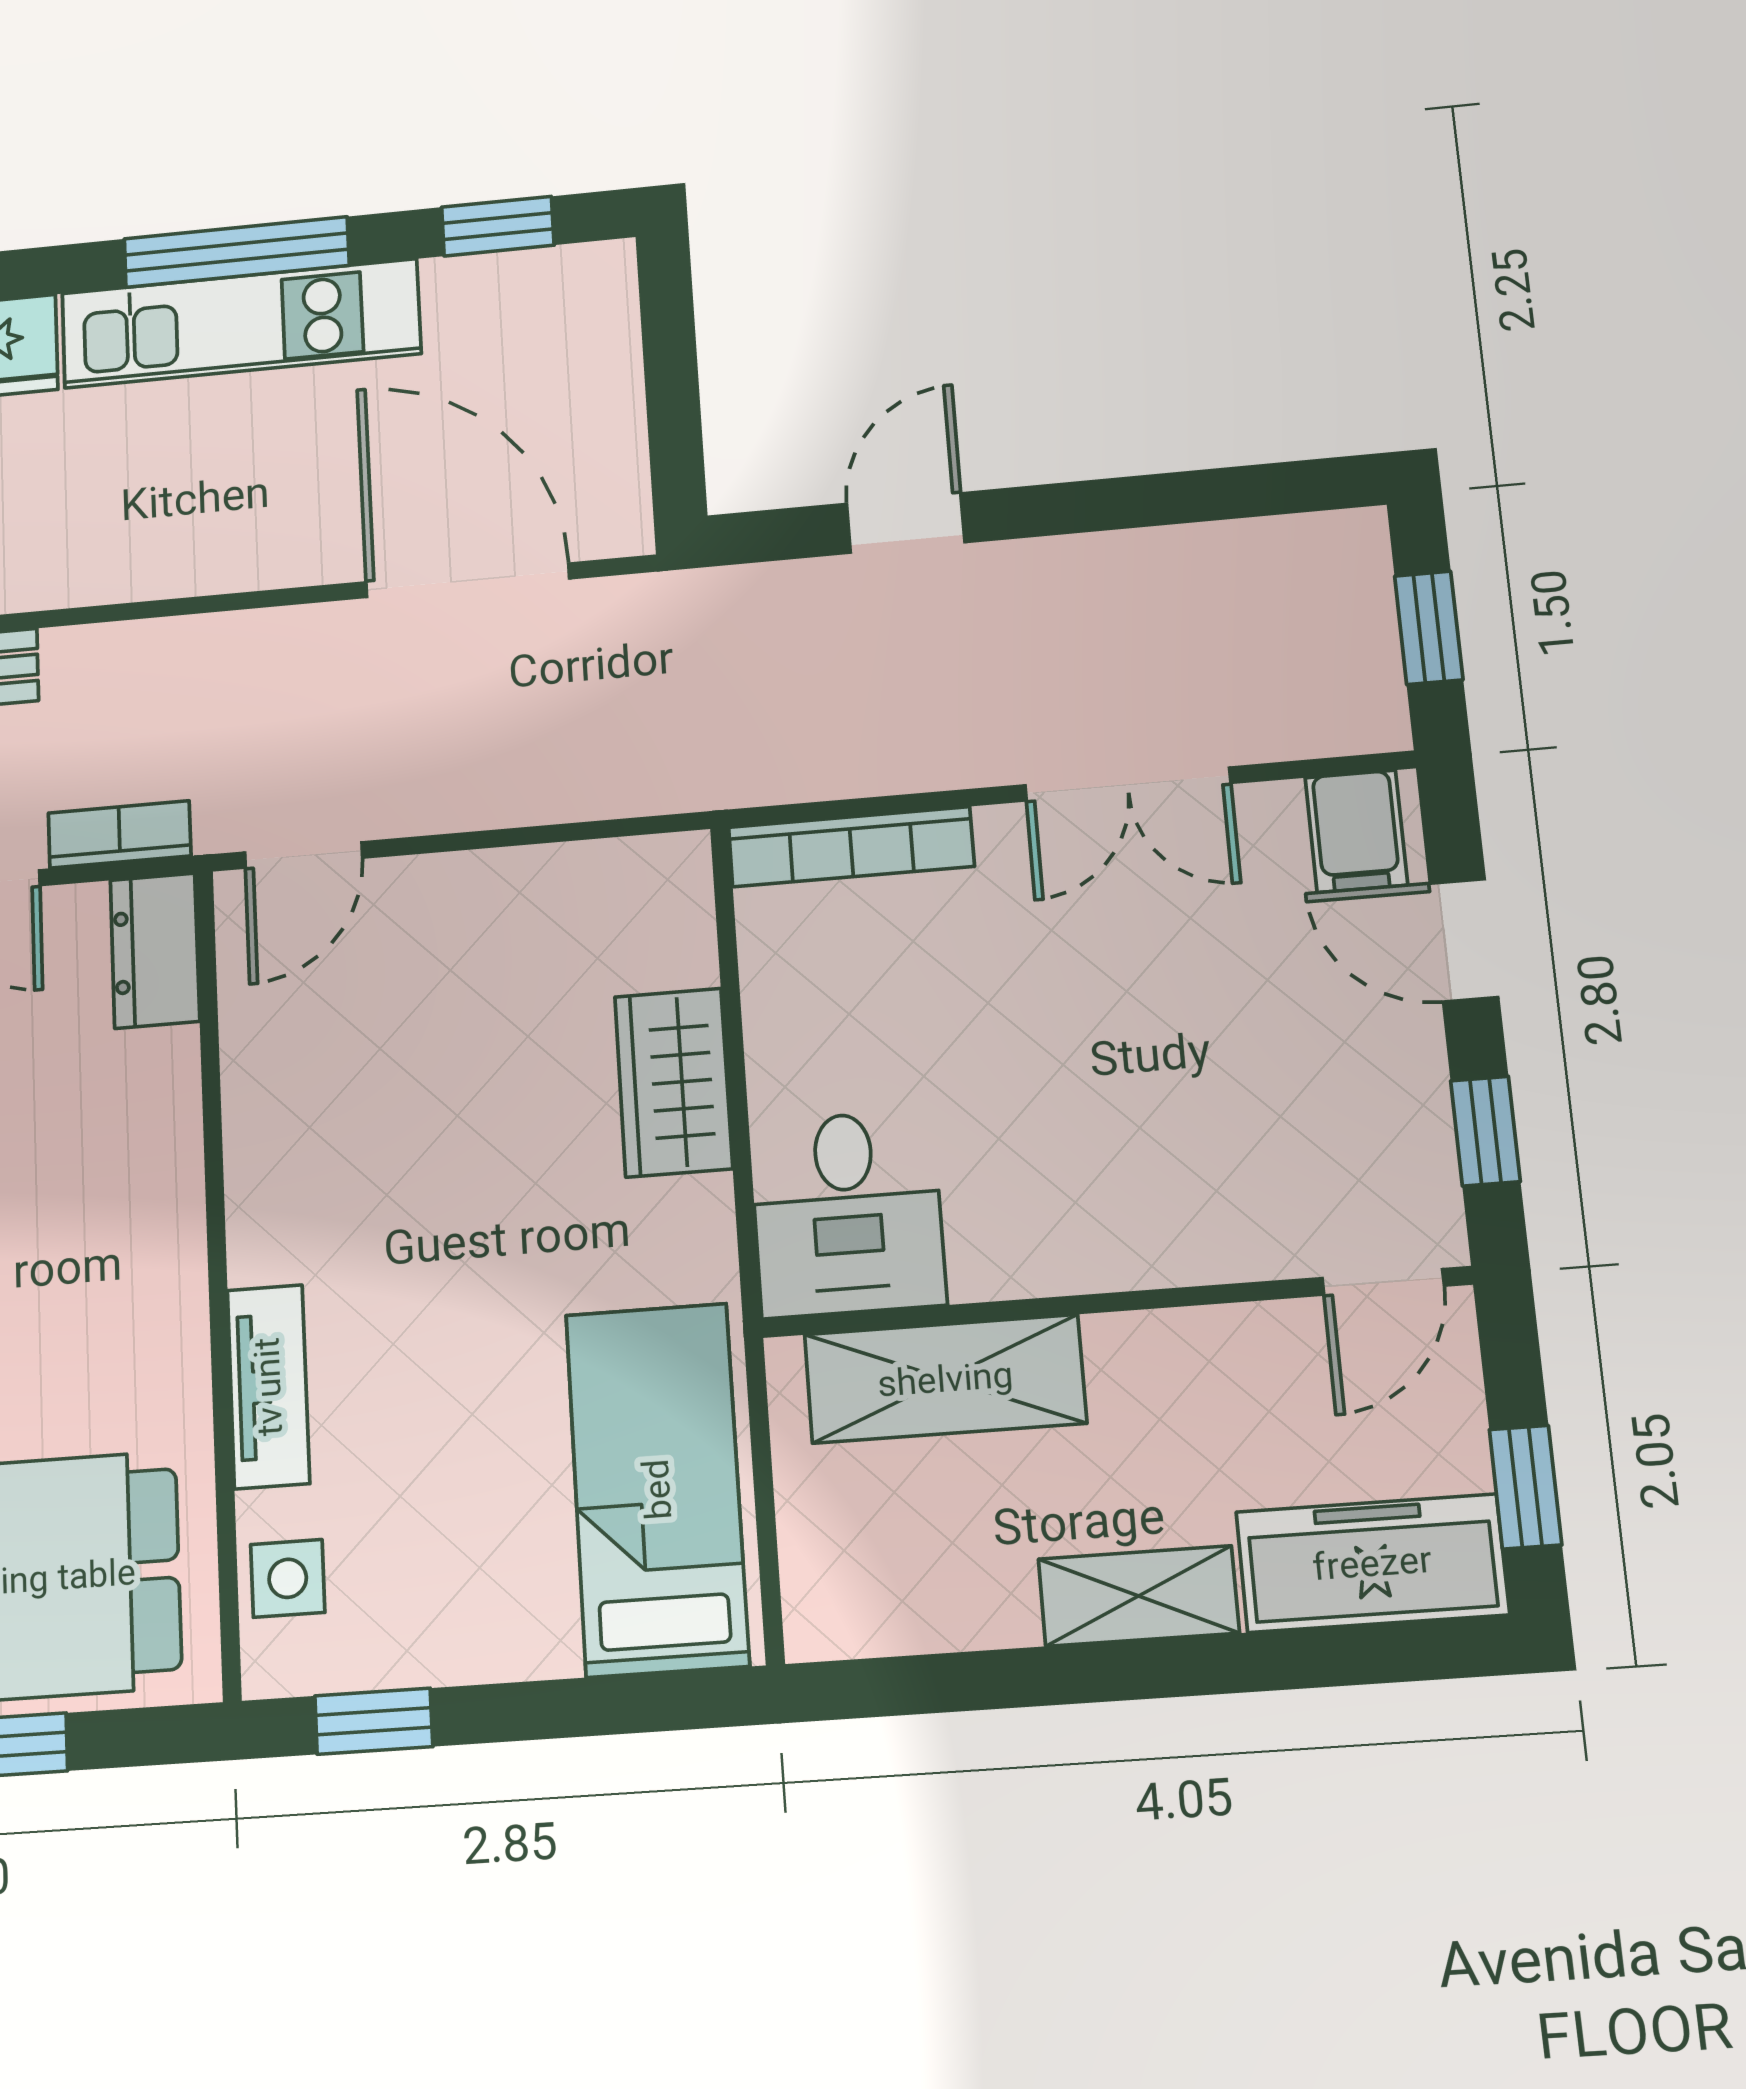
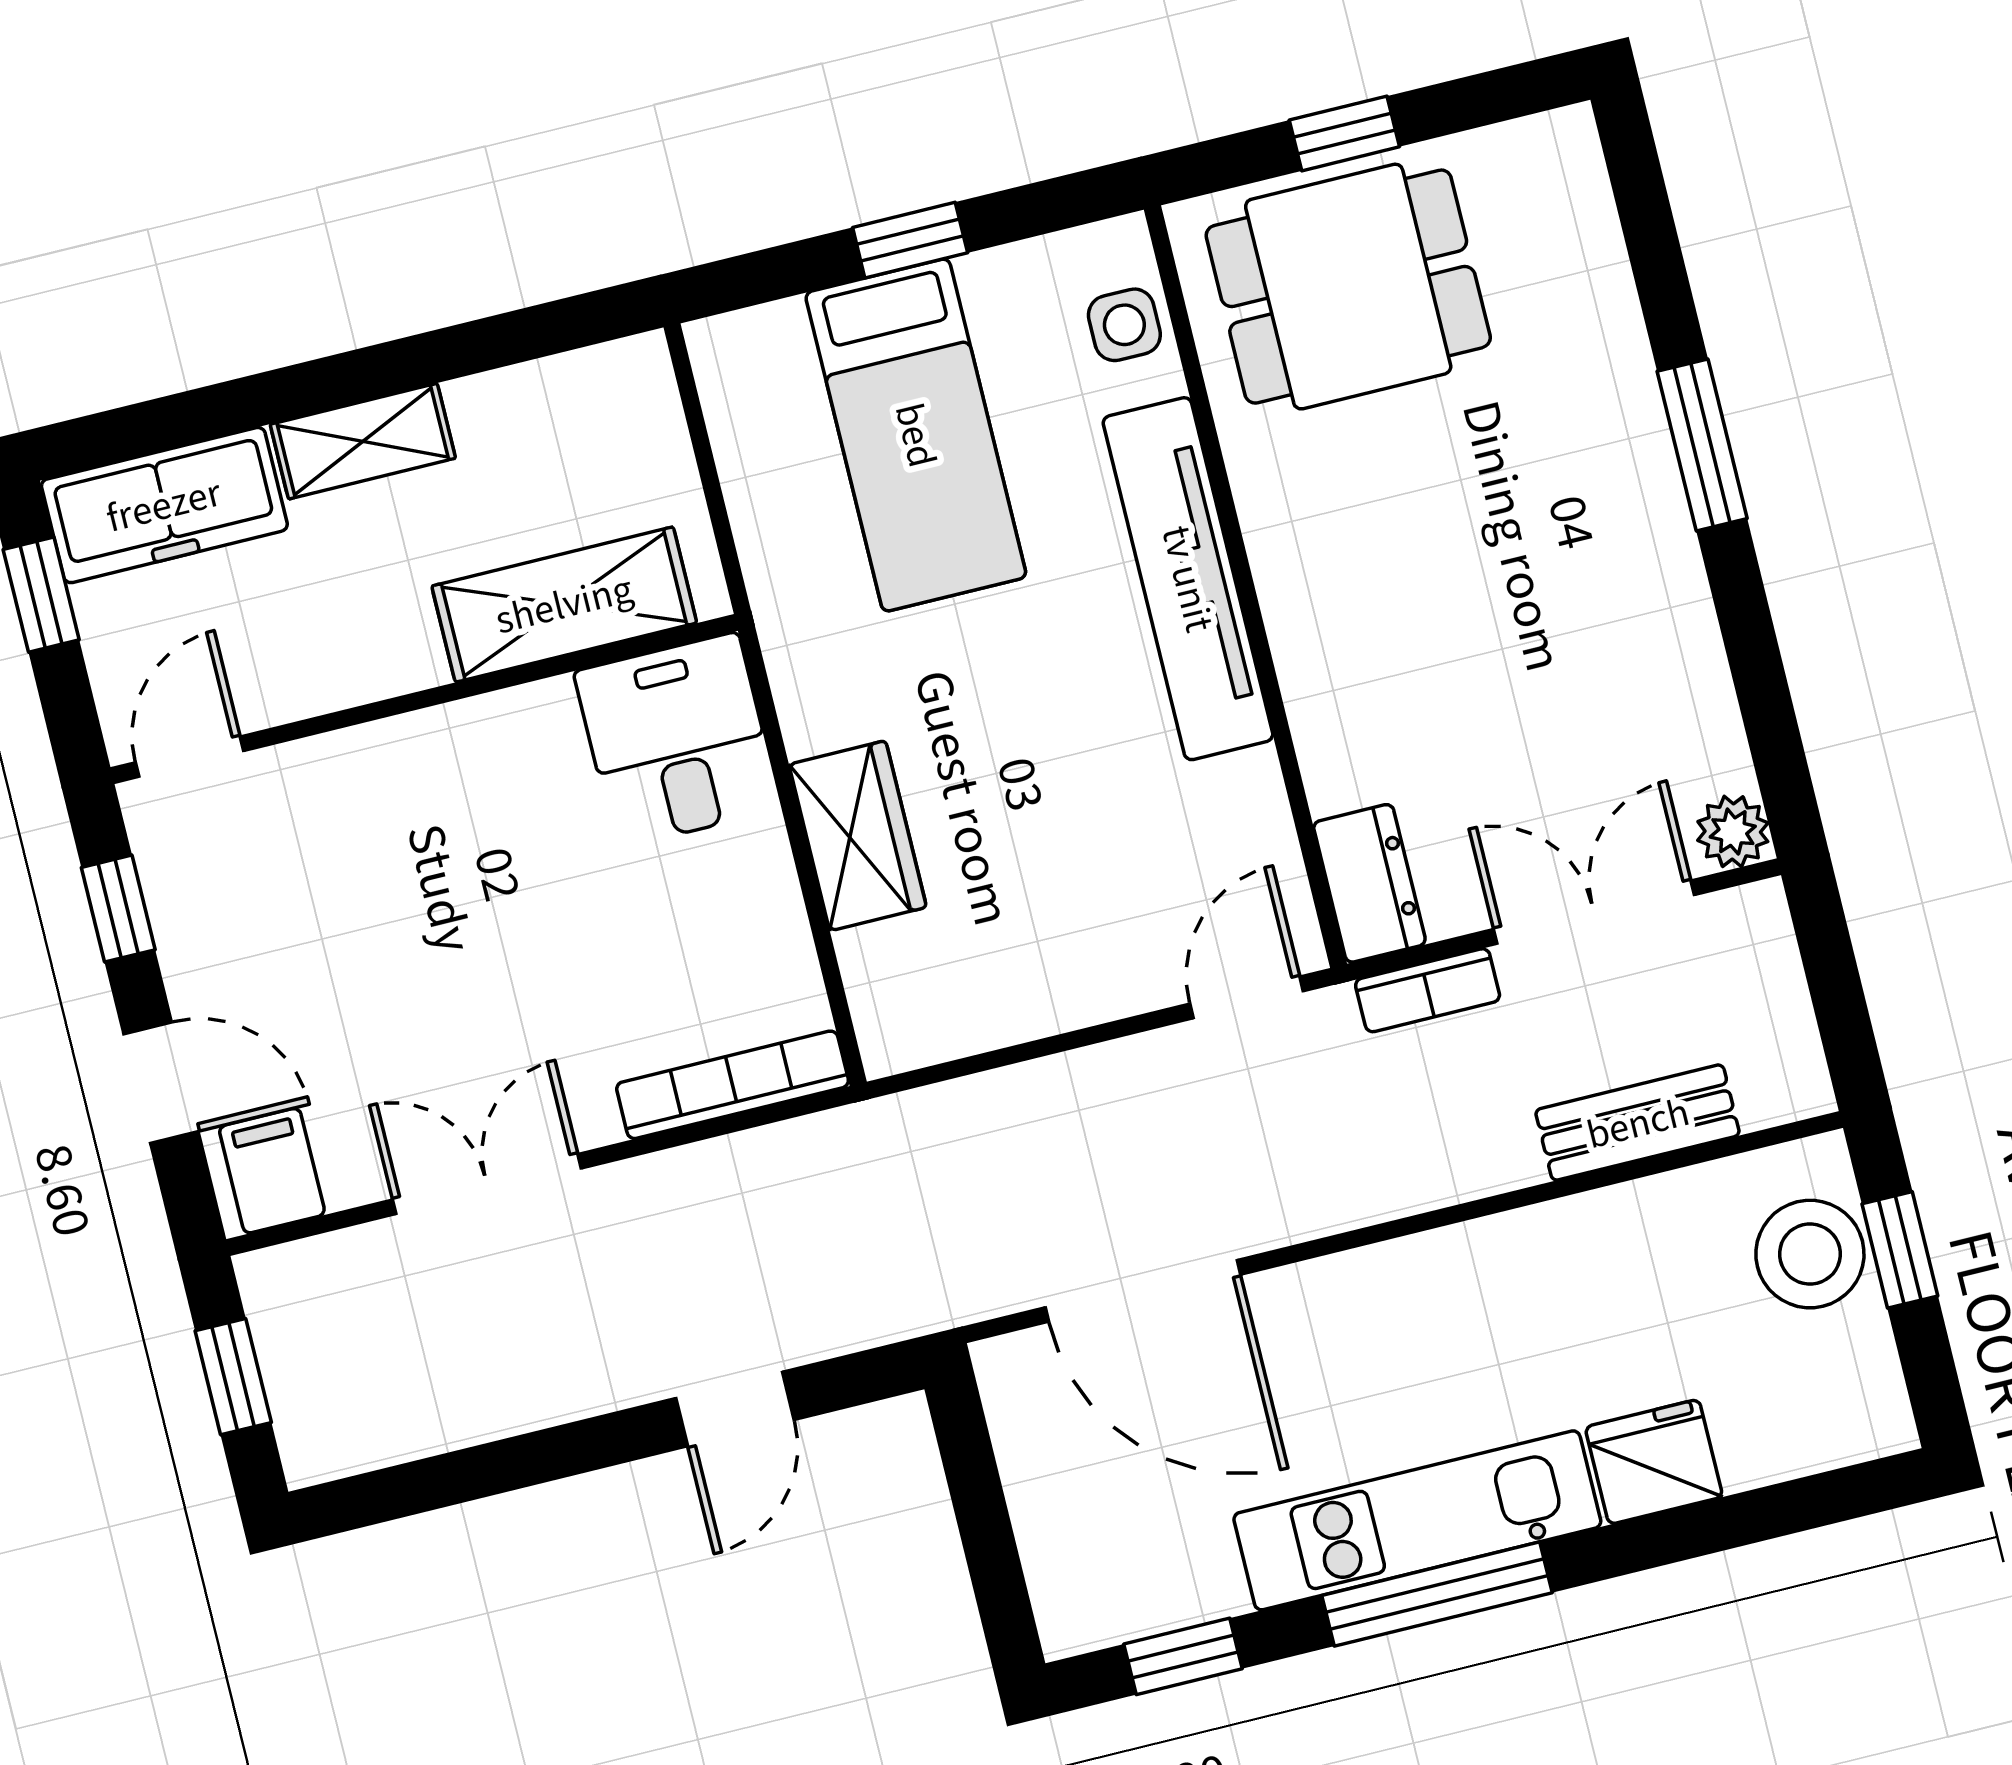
tv unit: (268, 1387) -> (1188, 579), width x1.92, depth x1.29
bed: (657, 1489) -> (916, 435), moved
window: (374, 1721) -> (910, 240), moved

